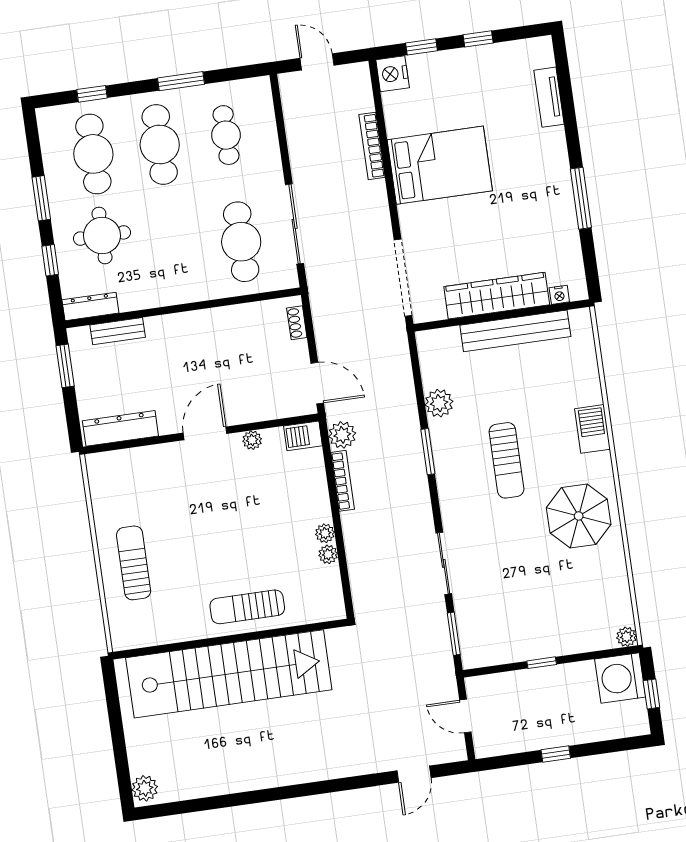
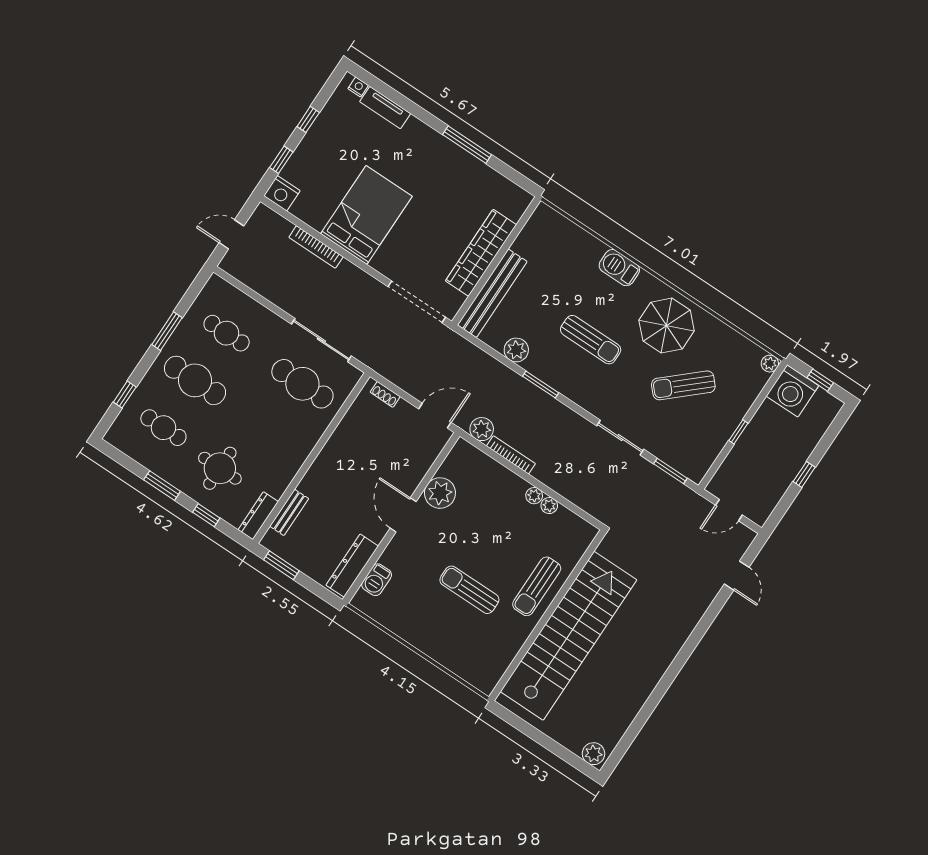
cafe table: (93, 154) -> (163, 428), width x0.73, depth x0.74
nightstand: (559, 295) -> (358, 87), moved, turned -90
bench: (515, 331) -> (492, 293), moved
barbecue: (303, 436) -> (377, 580), moved
plant: (252, 440) -> (440, 493), width x1.88, depth x1.88
sun lounger: (134, 563) -> (469, 590), moved
sun lounger: (539, 578) -> (683, 385), added

